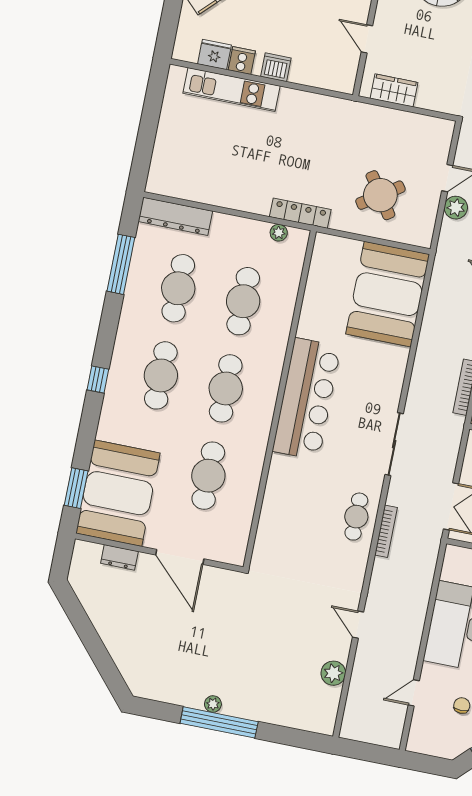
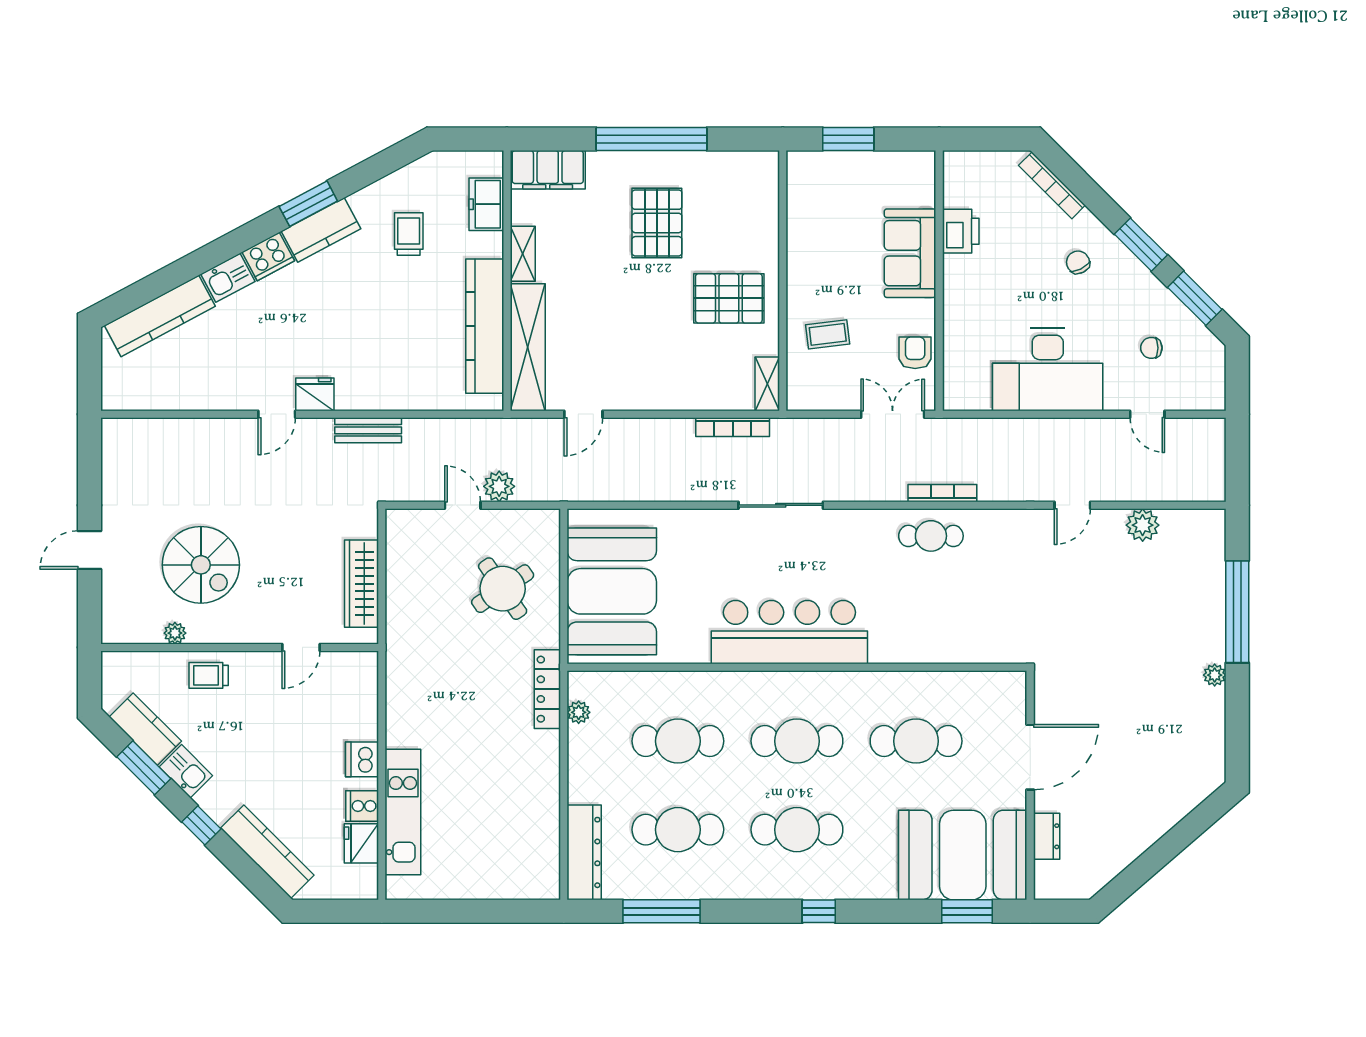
wardrobe: (394, 90) -> (361, 584), width x1.50
booth: (388, 294) -> (612, 591), moved, turned 90
sliding door: (394, 444) -> (781, 505), moved
window: (219, 722) -> (1237, 612), moved

